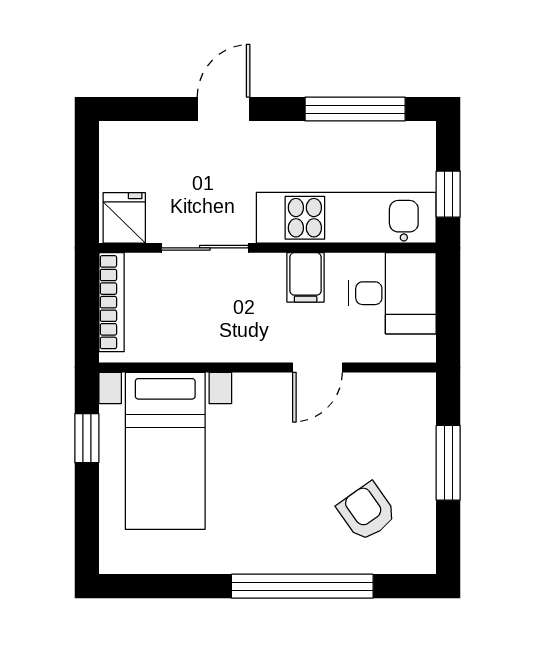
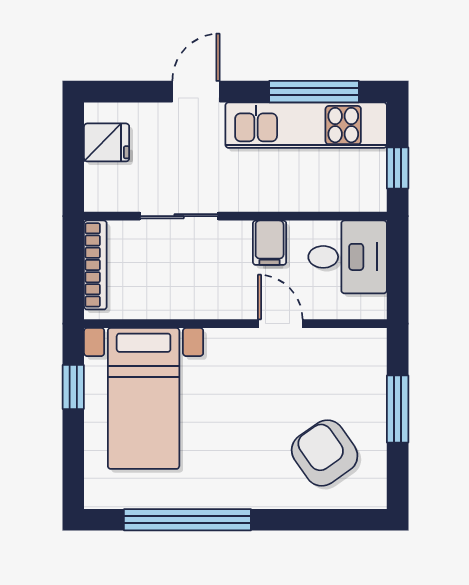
fridge: (124, 218) -> (107, 142), moved, turned 90
kitchen unit: (346, 218) -> (306, 125), moved, turned 180
door: (317, 368) -> (280, 324), swing flipped
armchair: (367, 512) -> (325, 453), width x1.38, depth x1.38
window: (302, 586) -> (187, 520), moved

